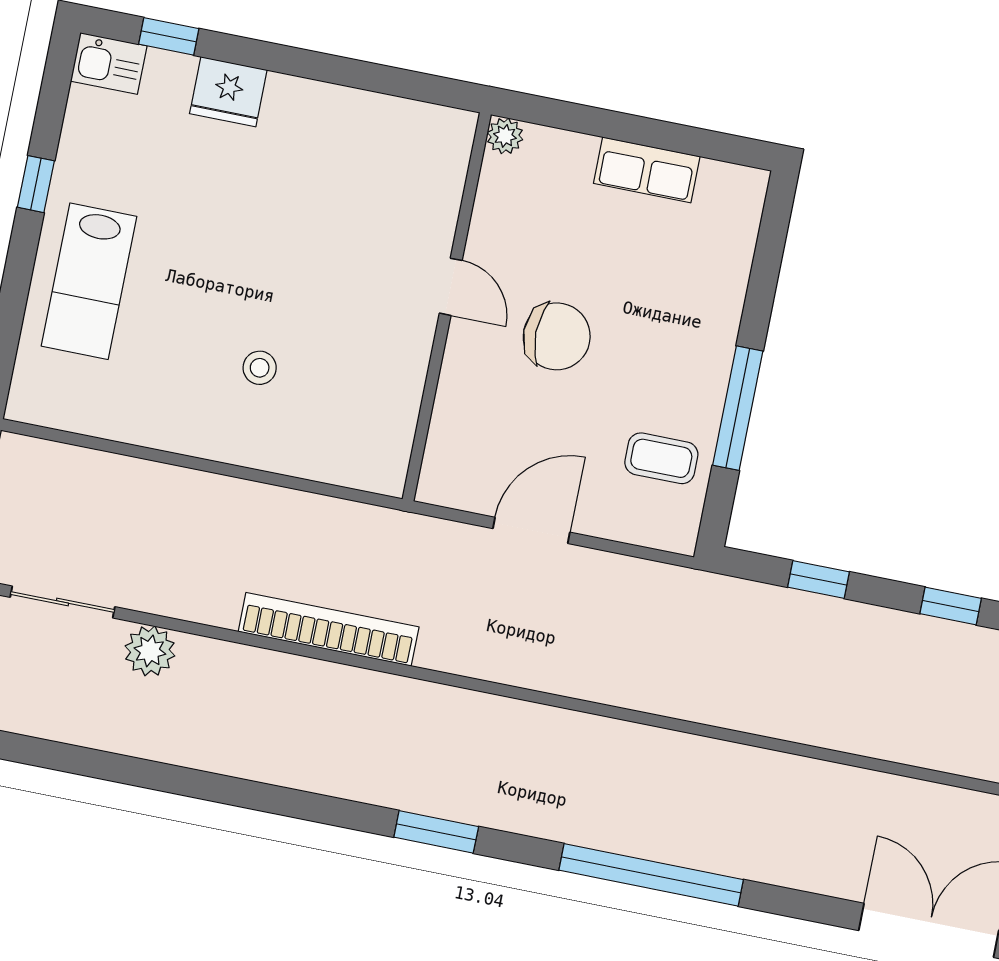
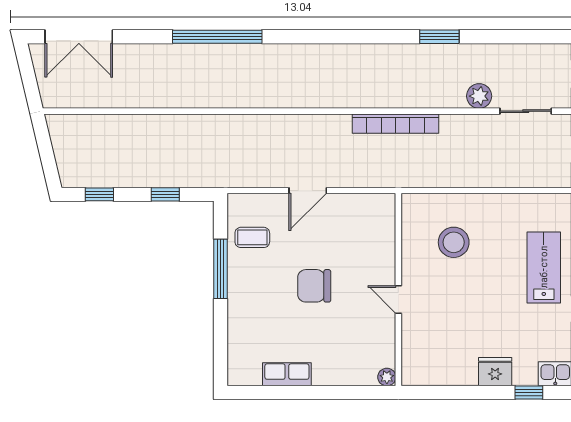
plant: (505, 136) -> (387, 377), moved
door: (451, 287) -> (398, 299), moved
wall: (447, 307) -> (398, 290), moved
stool: (260, 368) -> (454, 242), width x1.89, depth x1.89
window: (436, 832) -> (439, 37), moved

